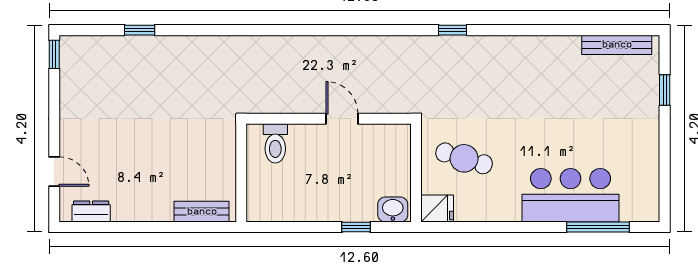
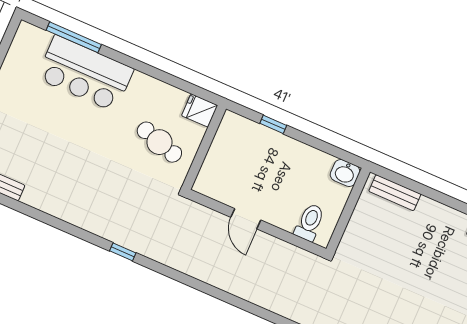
washbasin: (393, 209) -> (345, 173), moved

